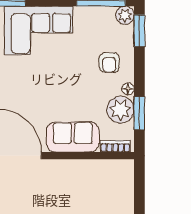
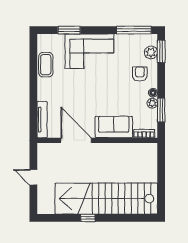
plant: (125, 15) -> (151, 52), moved
armchair: (109, 62) -> (140, 74), turned 180
plant: (121, 110) -> (152, 103), width x0.53, depth x0.53

